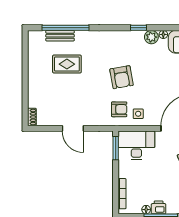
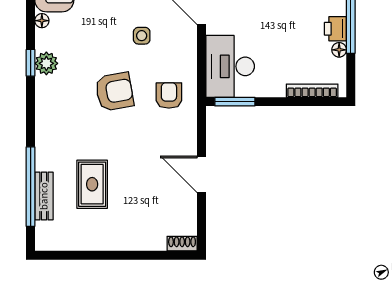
plant: (151, 37) -> (46, 63), moved
side table: (138, 114) -> (142, 36), moved
door: (73, 128) -> (201, 174), swing flipped

